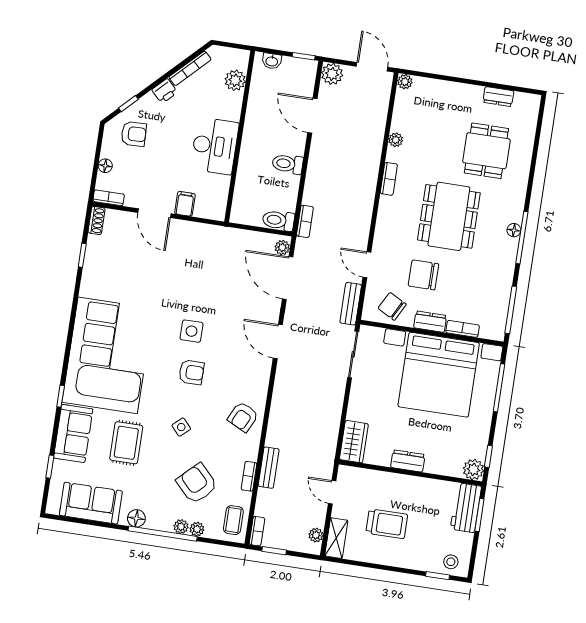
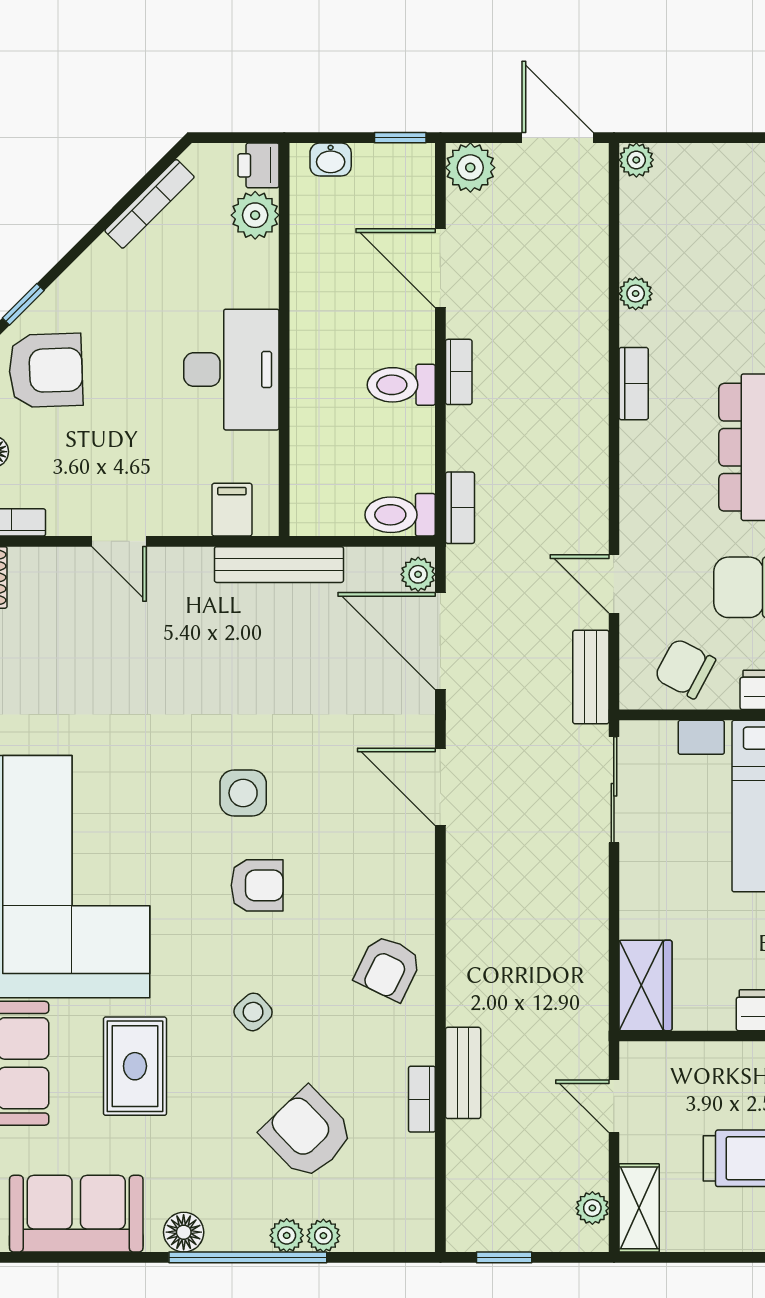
printer: (165, 91) -> (259, 165), moved, turned 135
armchair: (134, 134) -> (46, 370), width x1.38, depth x1.38
filing cabinet: (185, 204) -> (232, 510), moved
door: (154, 213) -> (119, 541), width x0.73
bench: (222, 234) -> (279, 565), added
coffee table: (233, 520) -> (402, 1203), removed
bookcase: (257, 531) -> (459, 372), moved

